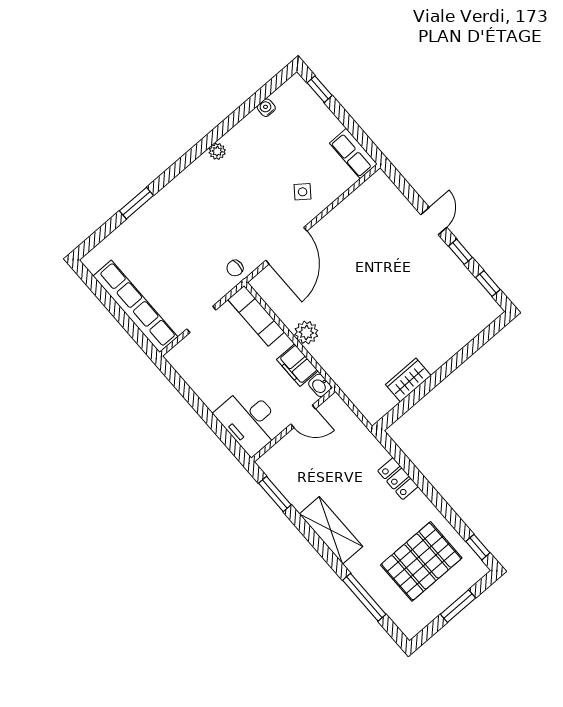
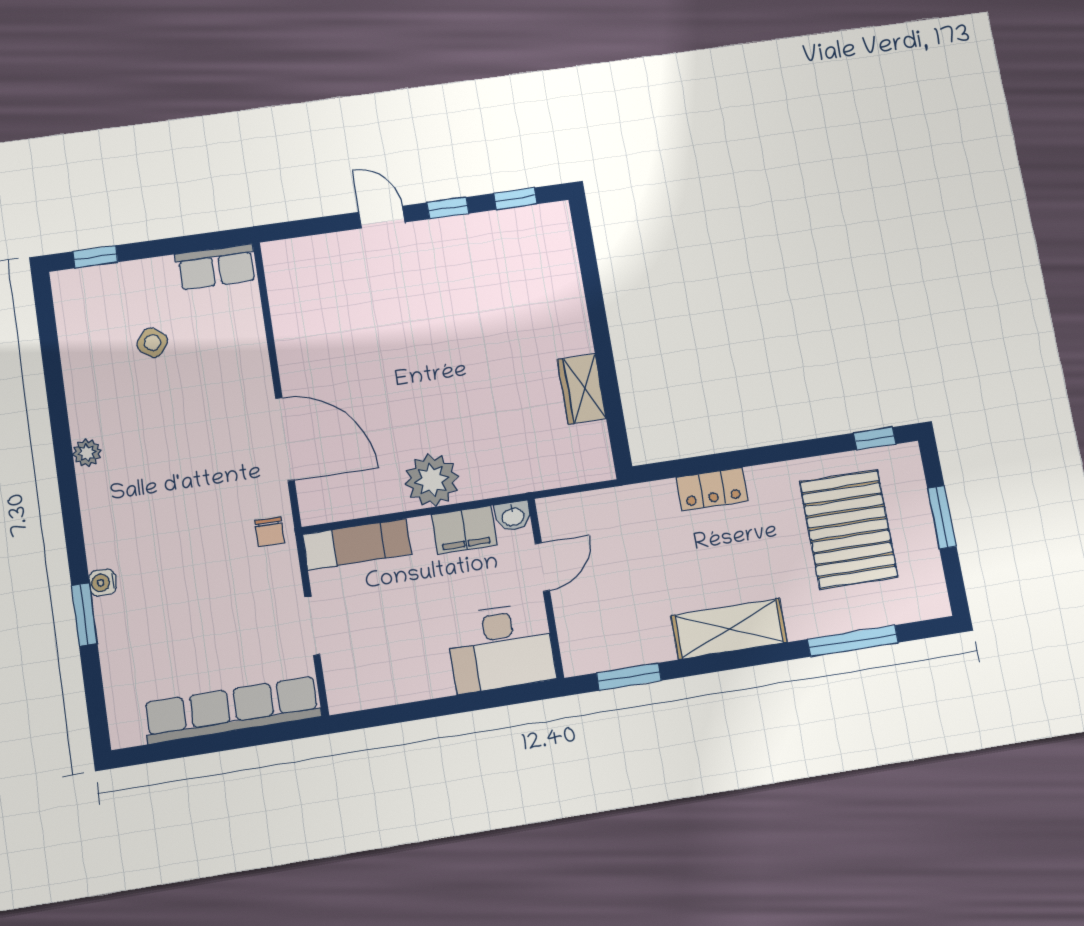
water cooler: (266, 108) -> (103, 582), moved
side table: (303, 192) -> (152, 343), moved
plant: (306, 333) -> (432, 480), width x1.36, depth x1.36

